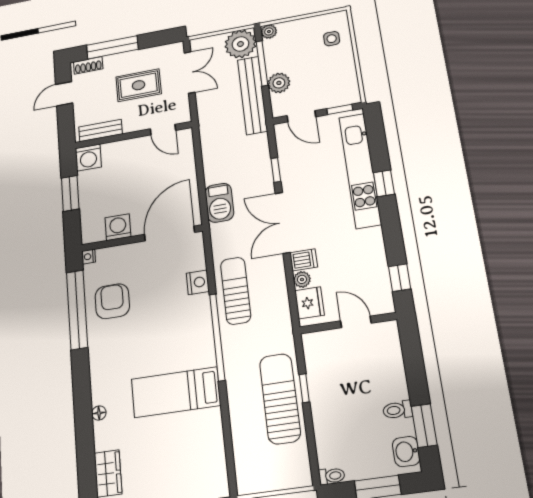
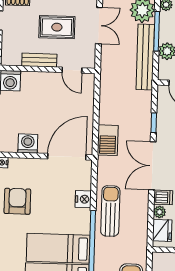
bench: (100, 130) -> (39, 60), moved
bed: (173, 352) -> (58, 248), added

